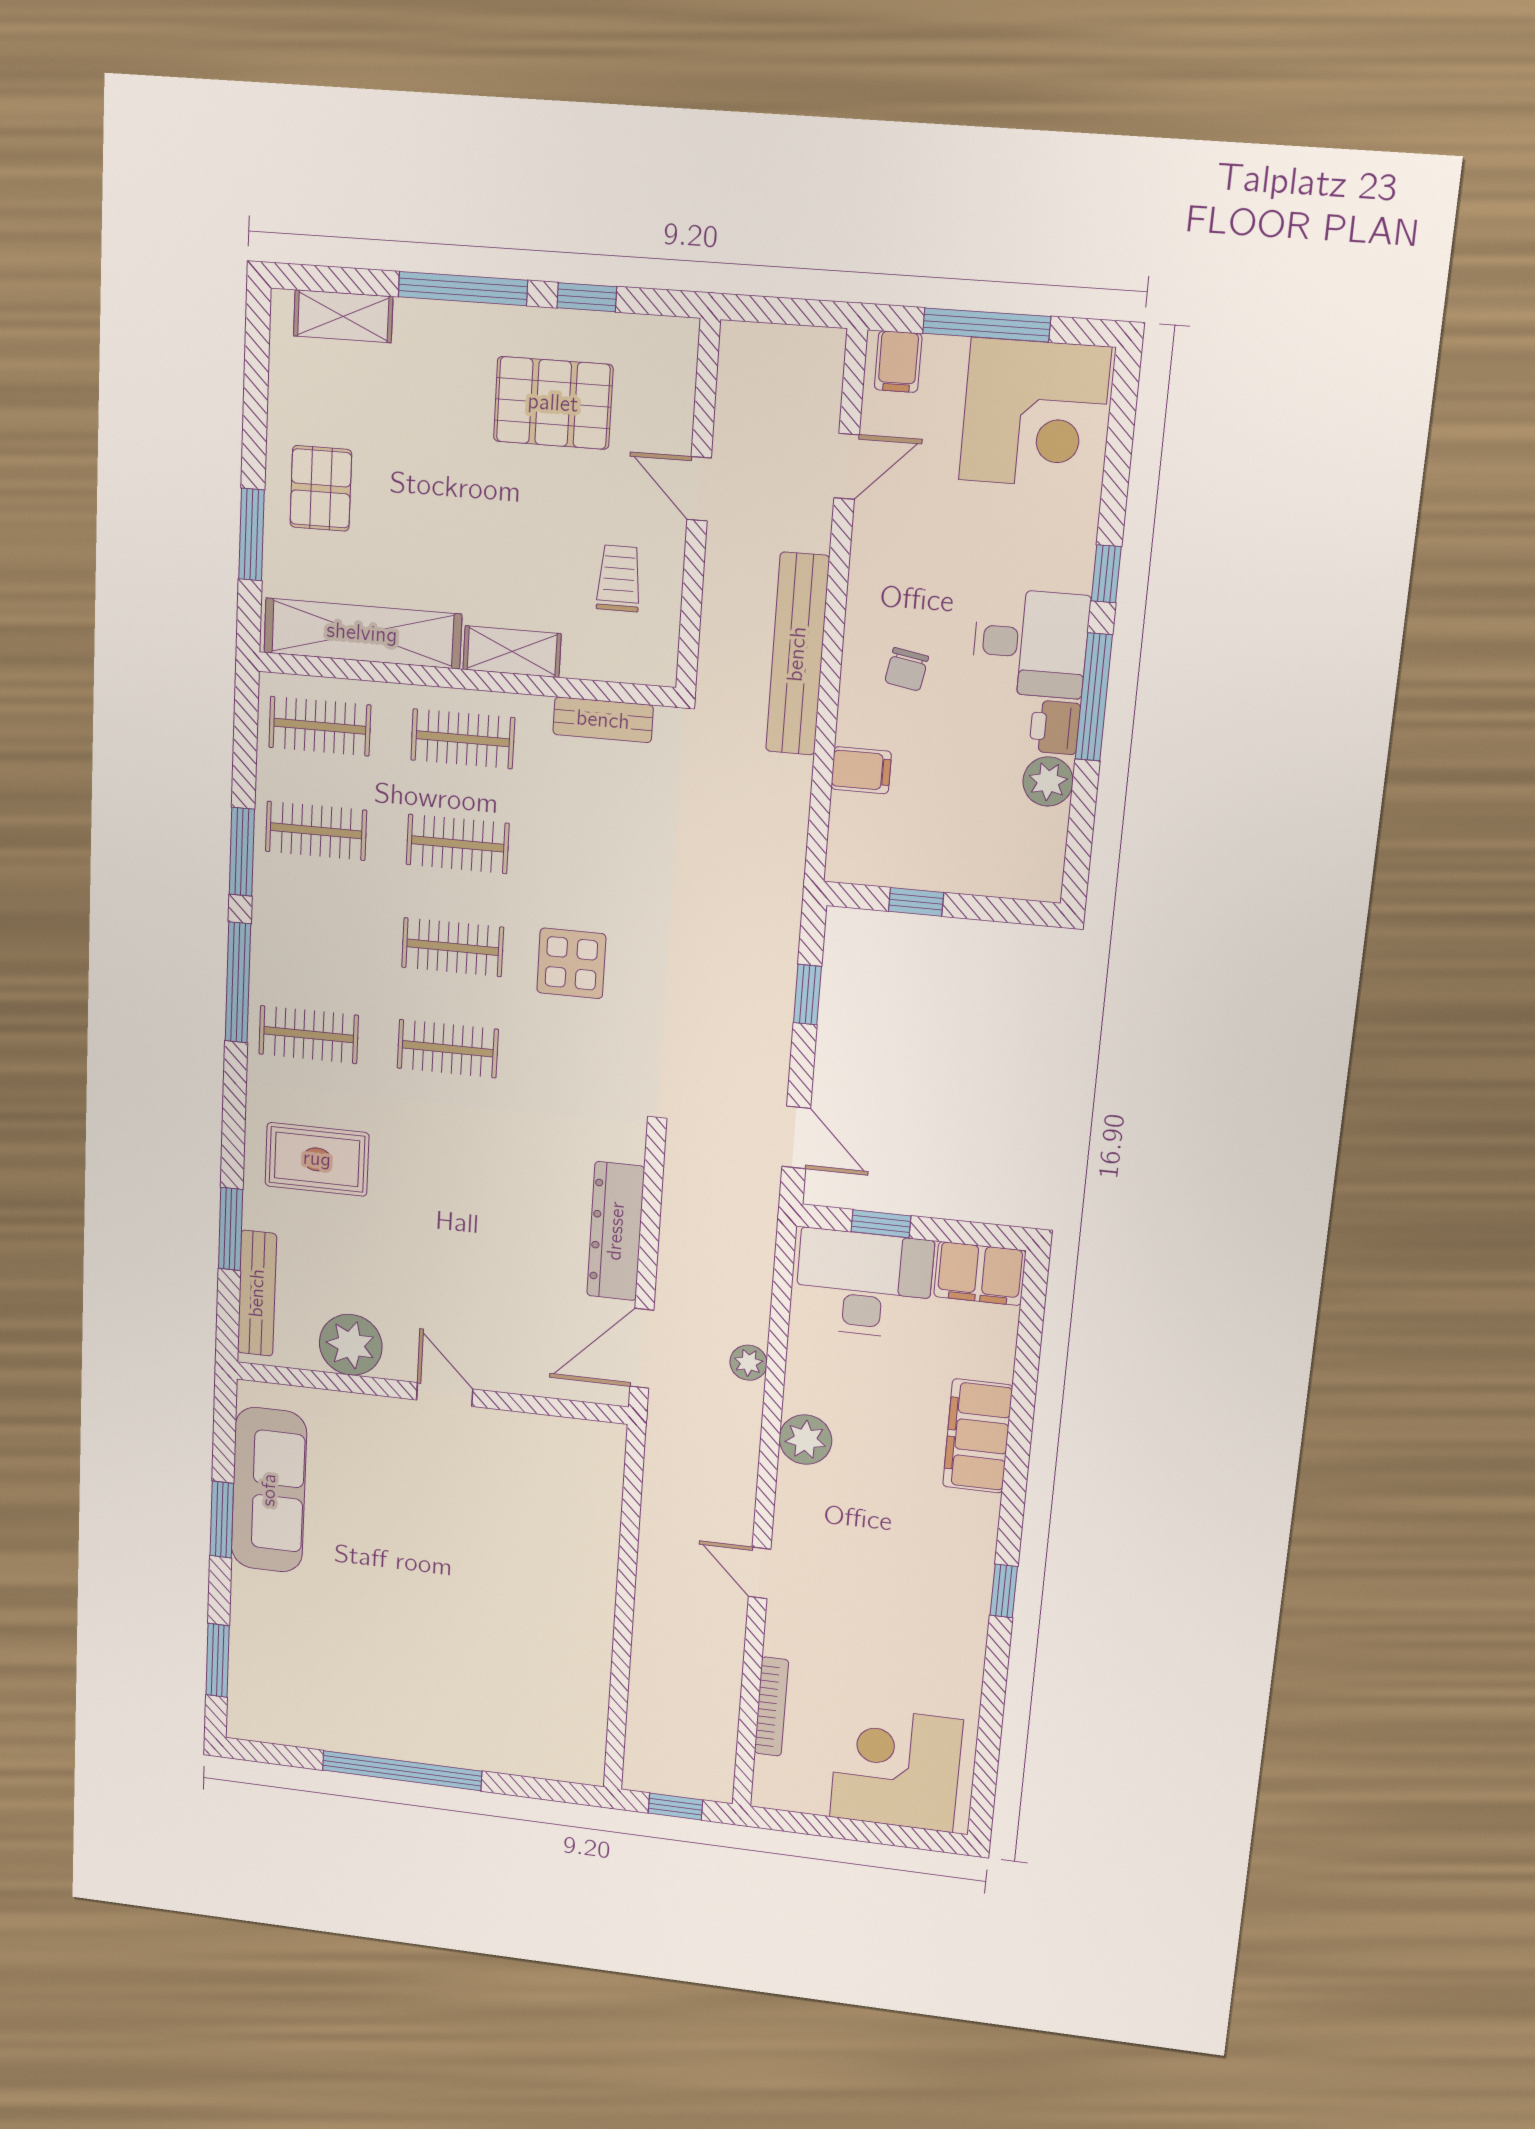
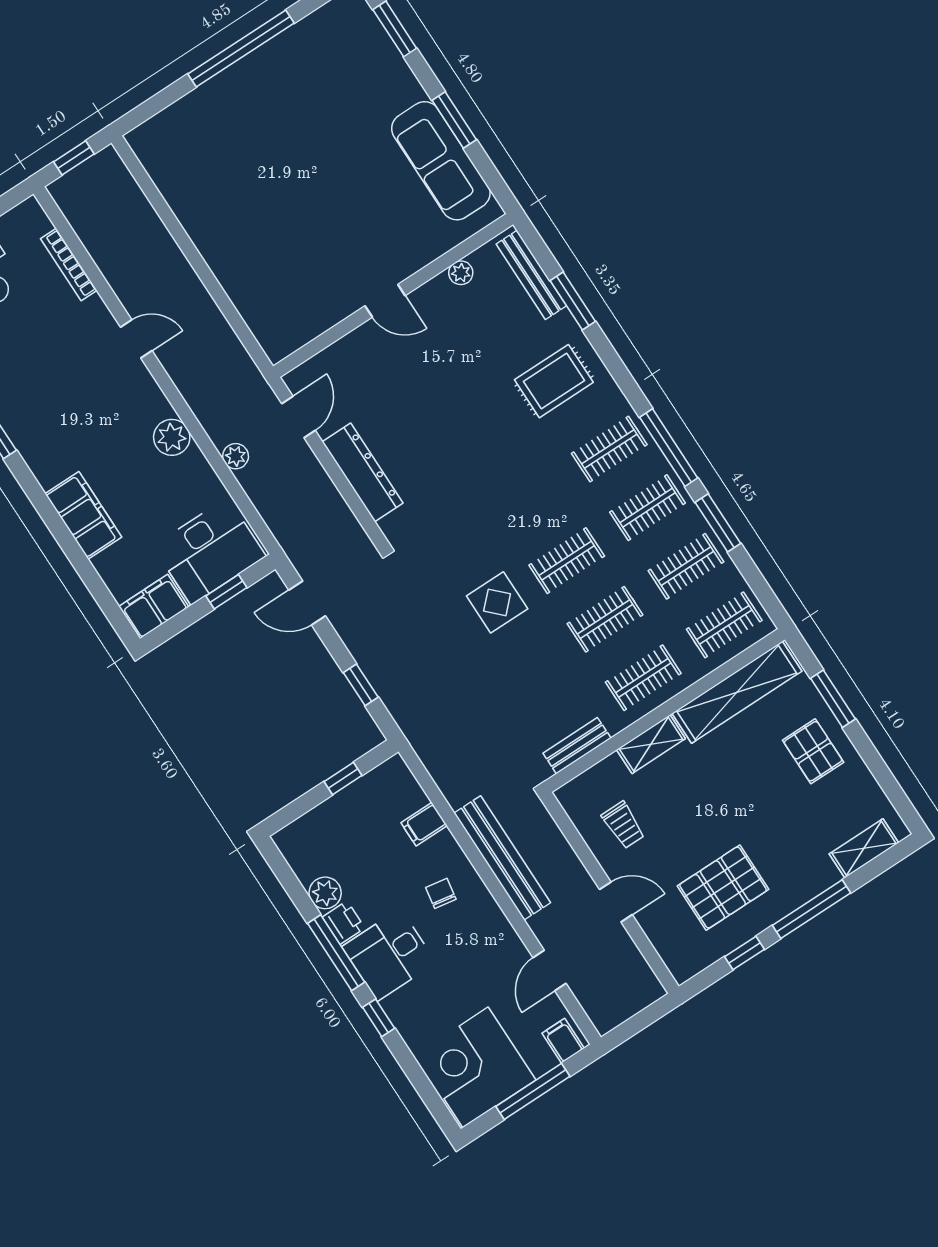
clothes rail: (448, 1049) -> (648, 508), moved
plant: (351, 1345) -> (461, 273), width x0.53, depth x0.53
door: (642, 1348) -> (298, 417), width x0.73

